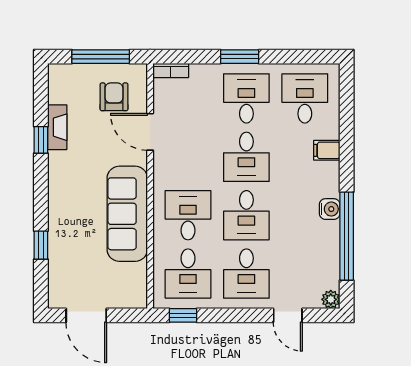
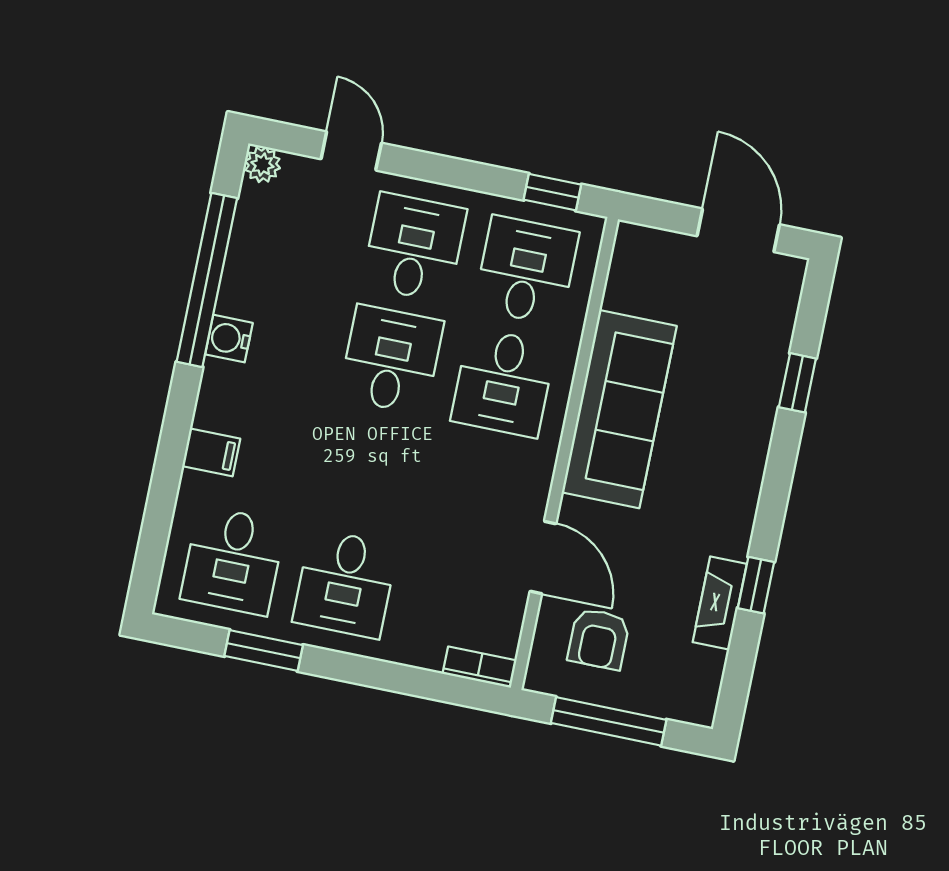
window: (240, 57) -> (264, 651), moved
desk: (246, 157) -> (368, 472), removed

